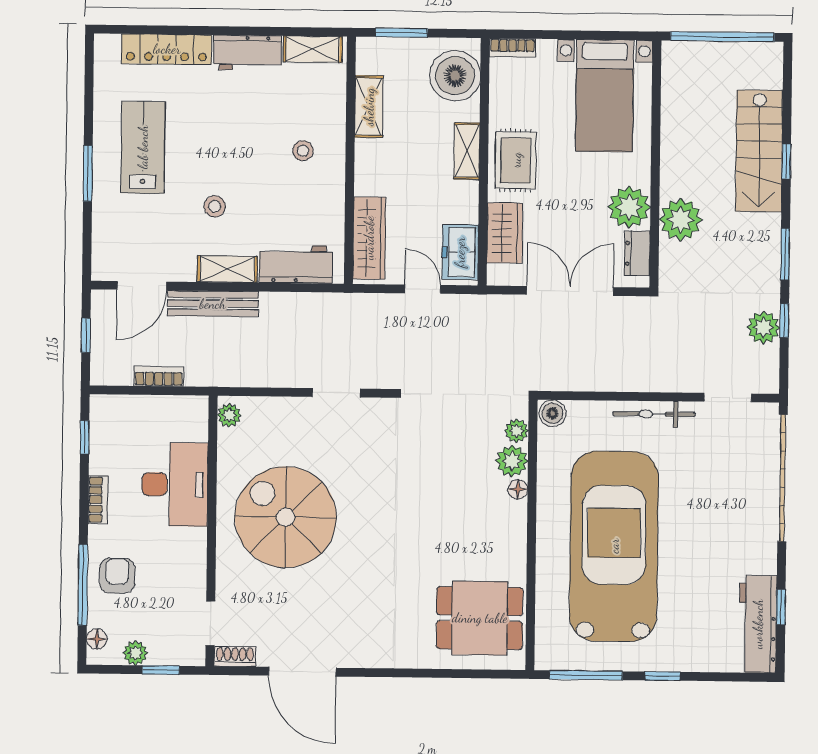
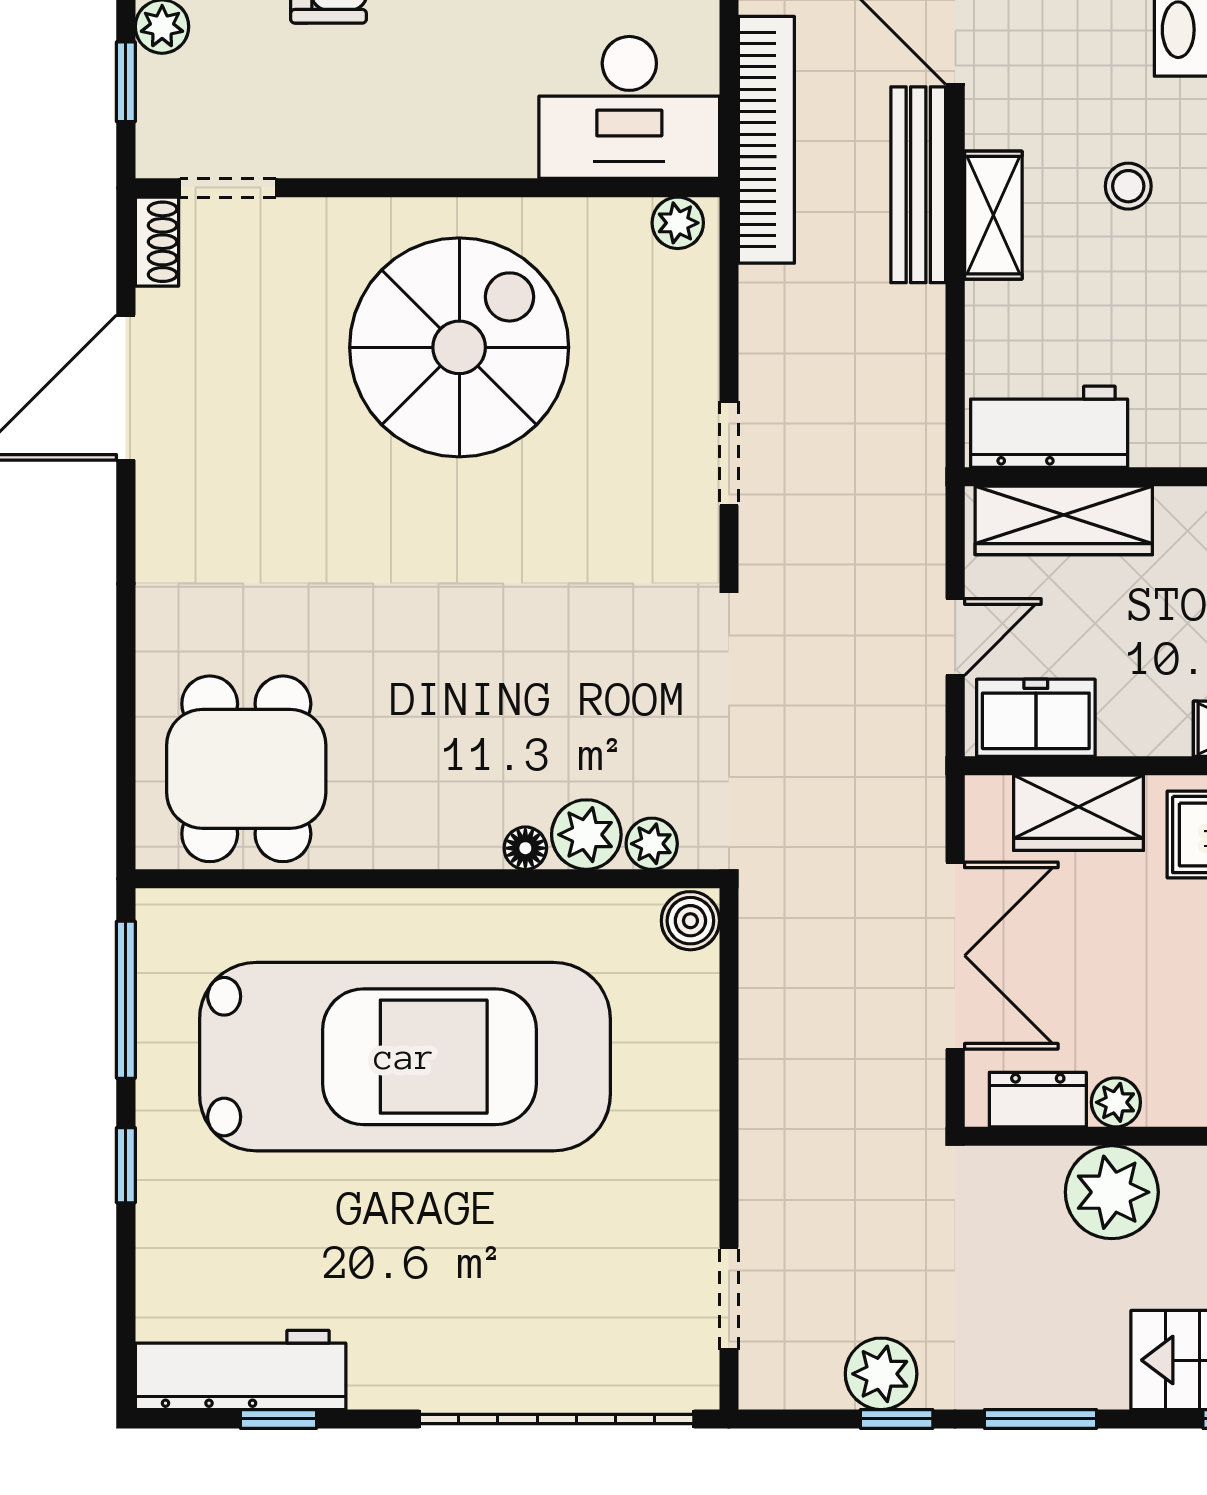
plant: (629, 207) -> (1116, 1102), width x0.53, depth x0.53
workbench: (296, 264) -> (1049, 427), moved, turned -90
bookcase: (159, 376) -> (766, 140), width x2.31, depth x1.31
bicycle: (654, 414) -> (691, 1140), removed
desk: (175, 484) -> (629, 107), moved

